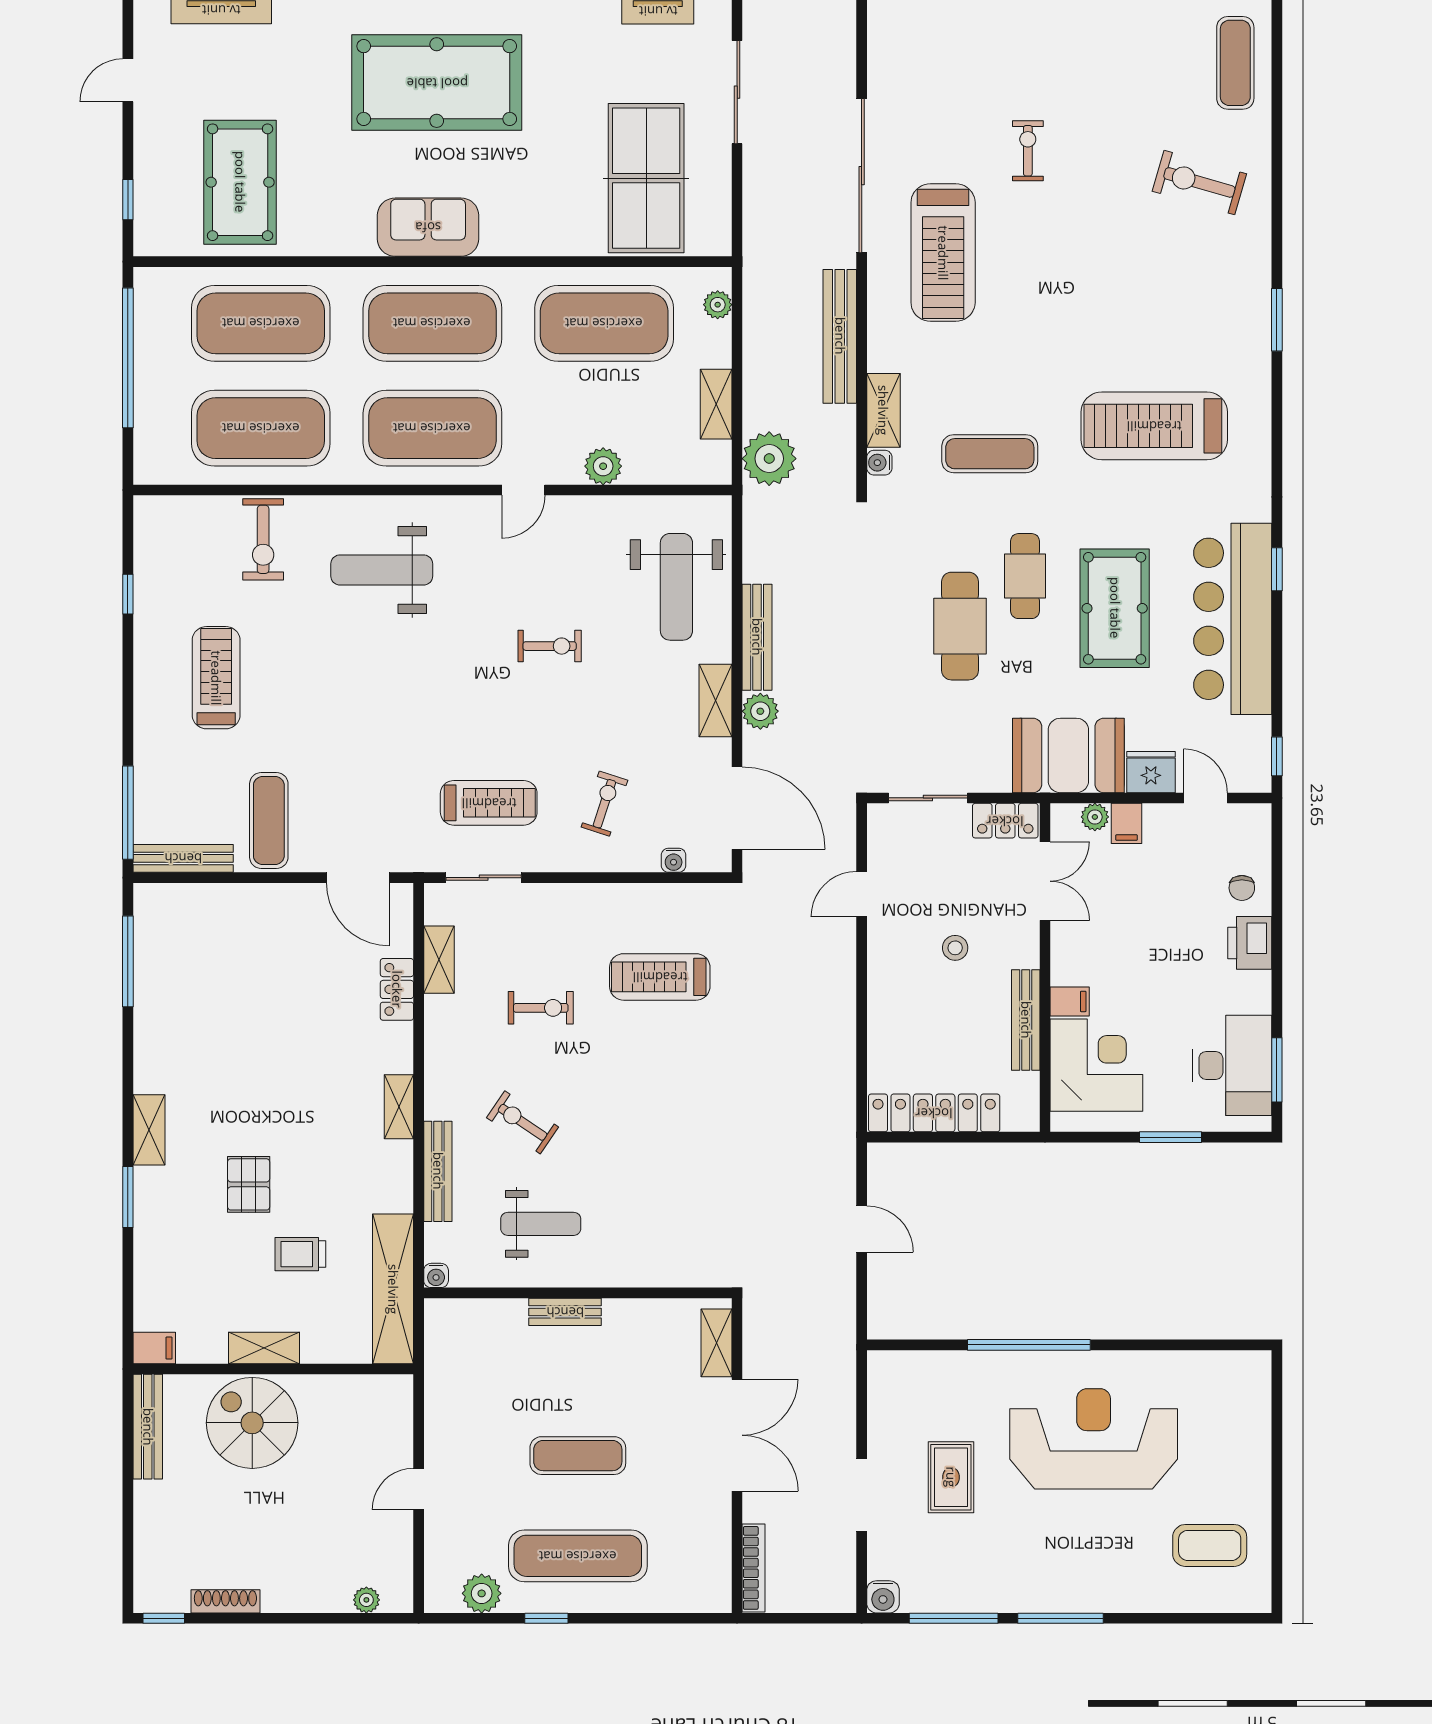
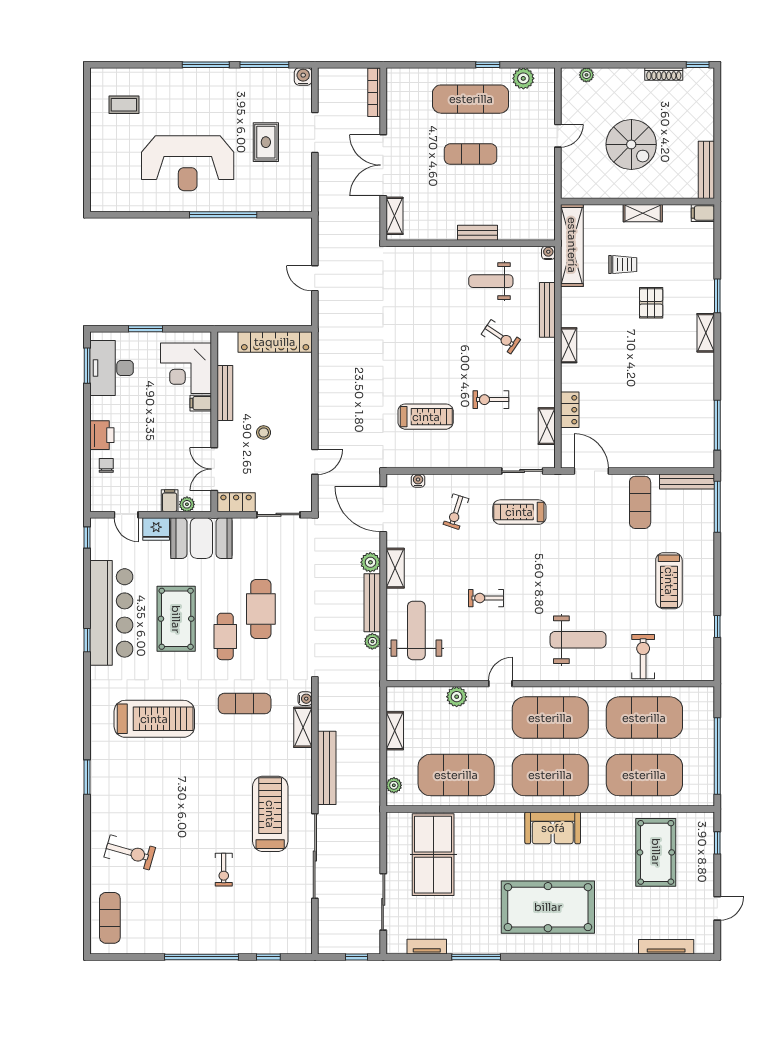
plant: (769, 459) -> (372, 641), moved, width x0.53, depth x0.53
spiral stairs: (252, 1423) -> (631, 144), moved
coffee table: (1210, 1545) -> (124, 105), width x0.73, depth x0.77

